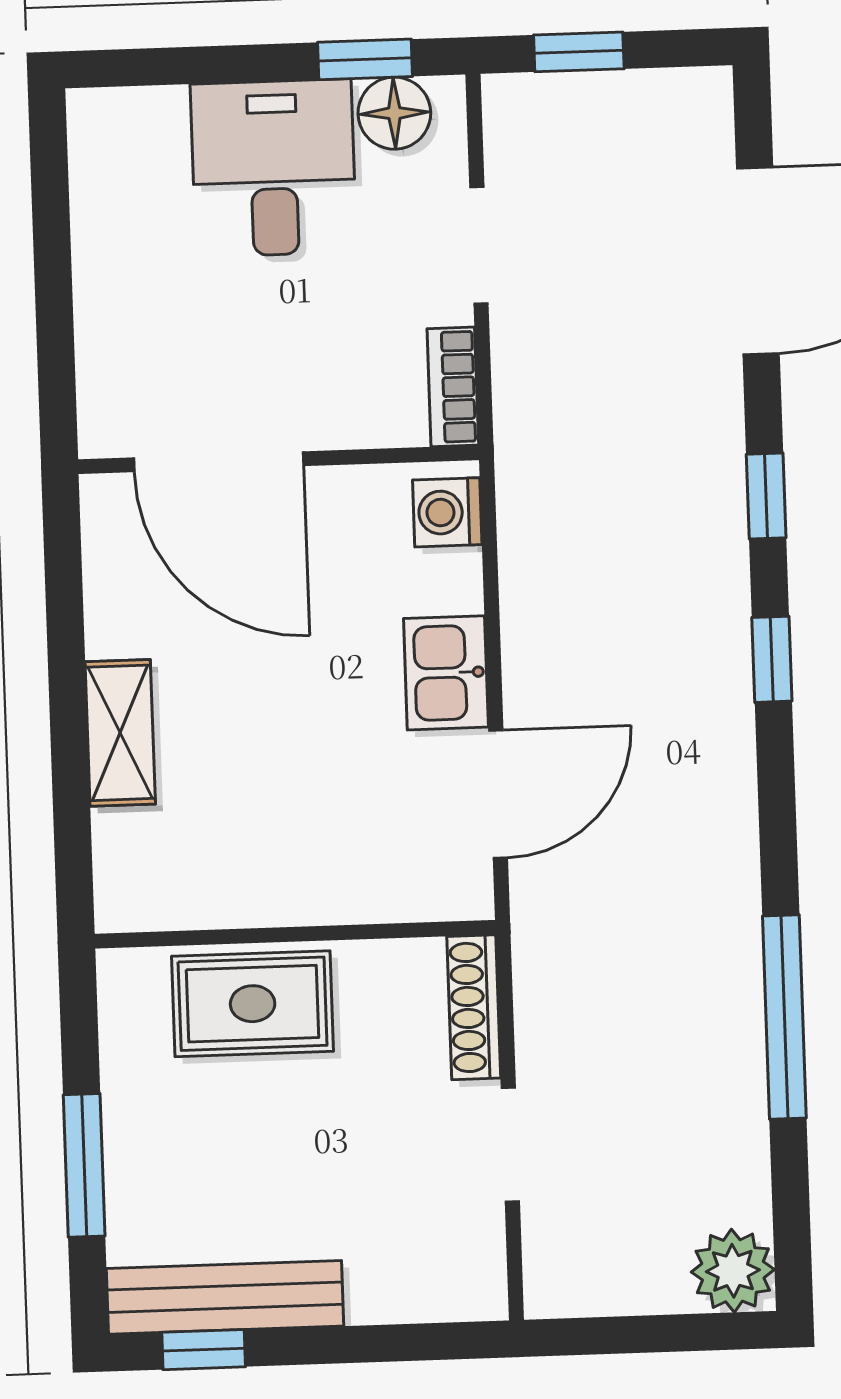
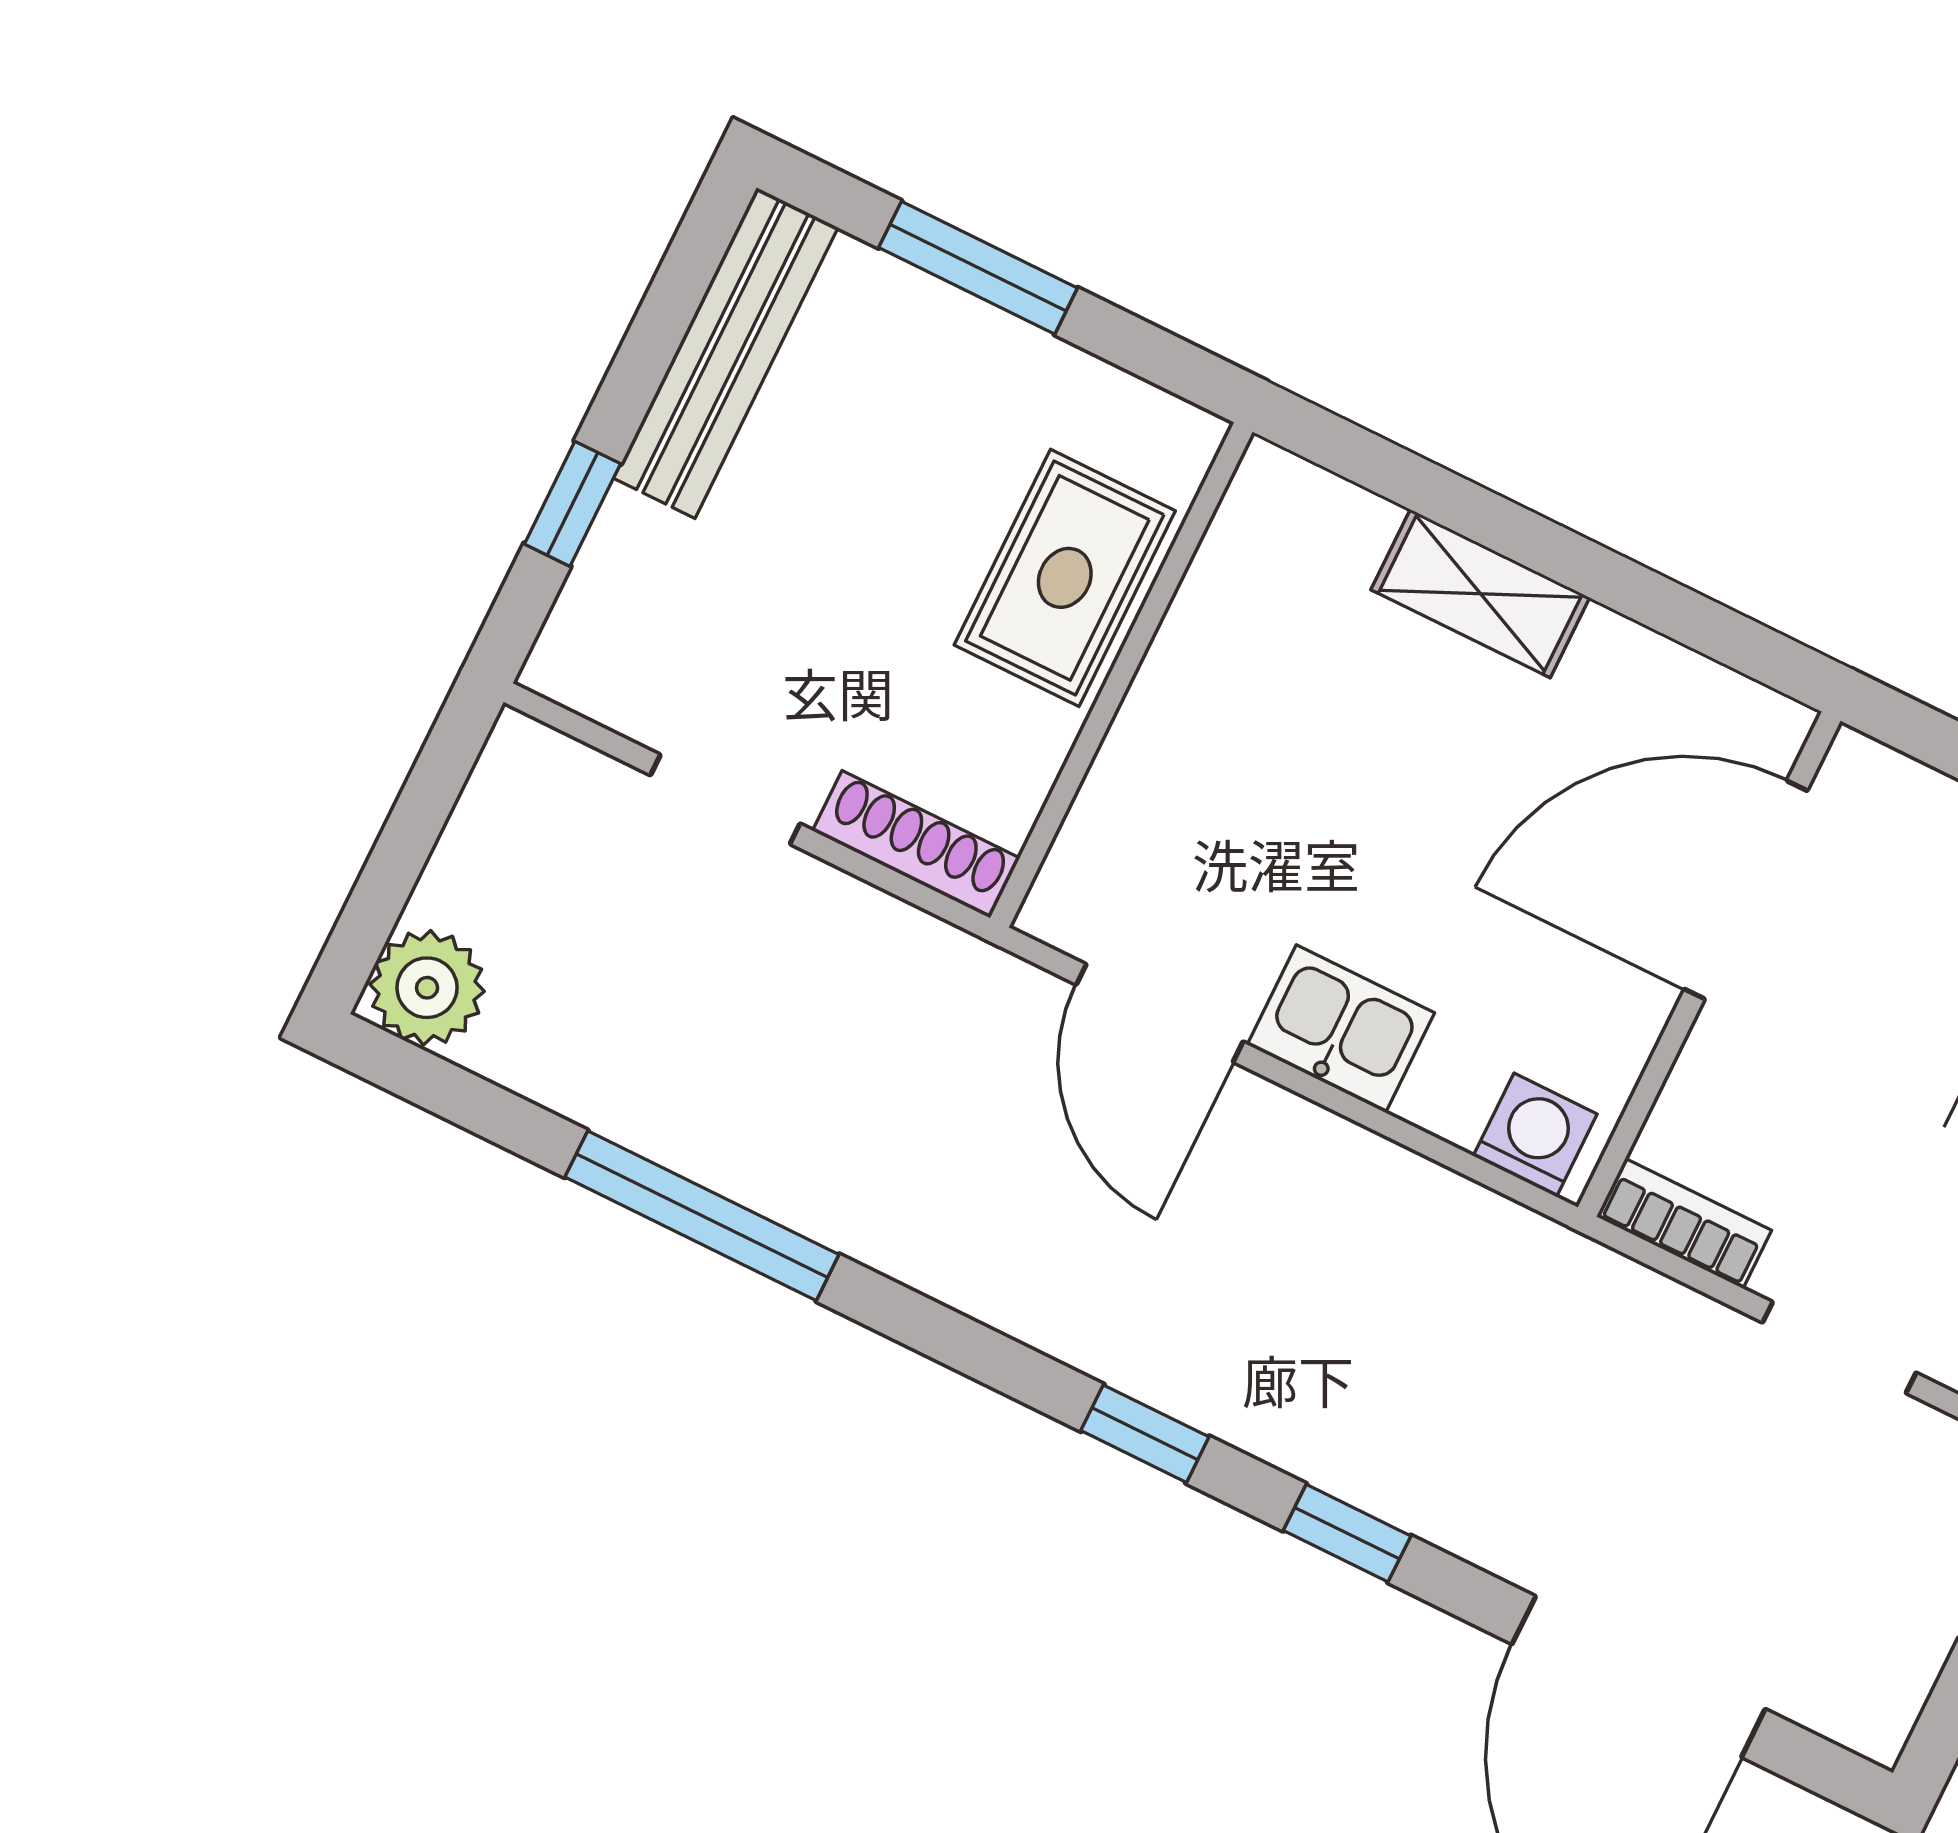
window: (204, 1350) -> (572, 504), moved

